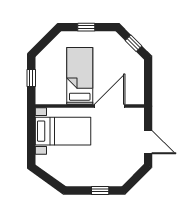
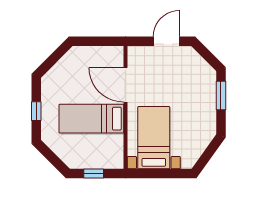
window: (134, 43) -> (54, 58), removed
window: (100, 190) -> (221, 95), width x1.50

